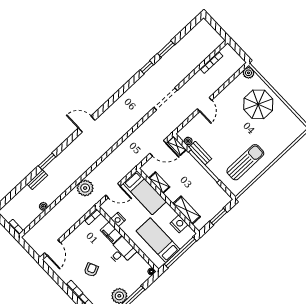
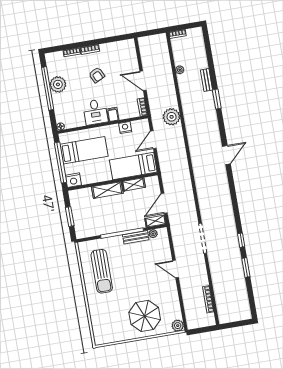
shelving: (187, 210) -> (107, 190), moved
nightstand: (179, 224) -> (73, 180), moved
filing cabinet: (111, 233) -> (113, 114), width x0.50
door: (52, 248) -> (143, 81), moved

